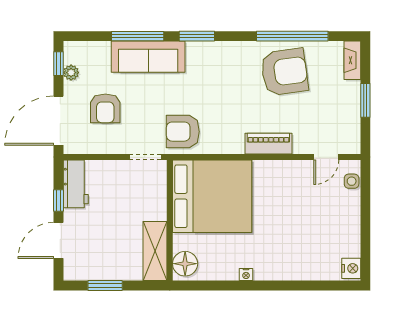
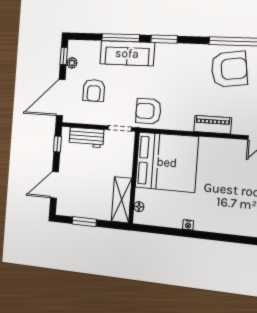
workbench: (76, 184) -> (86, 137), moved, turned 90
window: (58, 201) -> (57, 144), moved
floor lamp: (185, 264) -> (139, 207), width x0.53, depth x0.53

